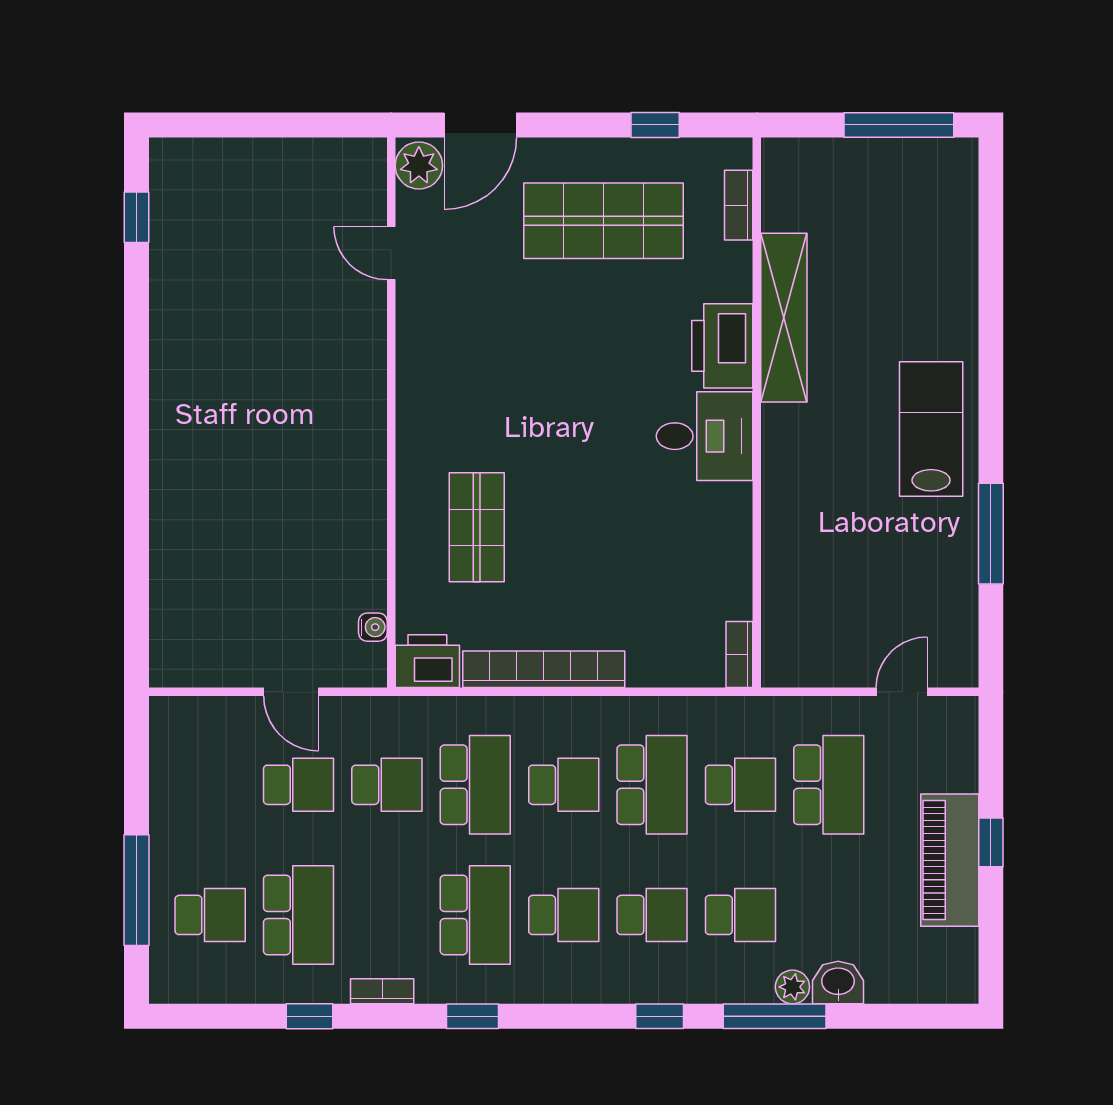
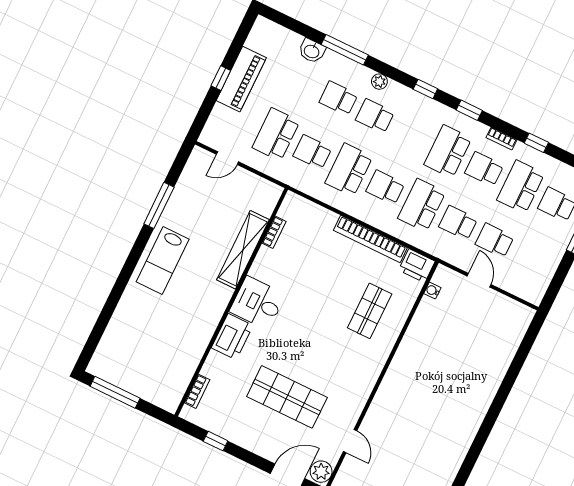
shop shelf: (603, 221) -> (287, 397), moved
shelving: (784, 318) -> (243, 250), moved
bookcase: (739, 655) -> (274, 232), moved
school desk: (564, 915) -> (484, 169), moved
plant: (792, 987) -> (379, 82), moved
window: (660, 1016) -> (425, 89), moved

